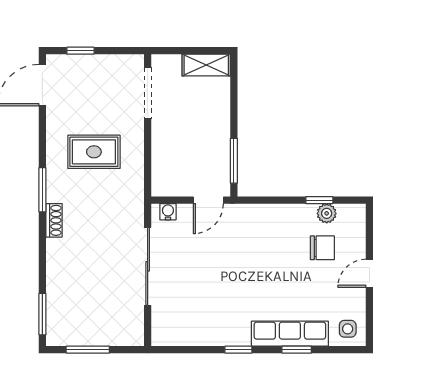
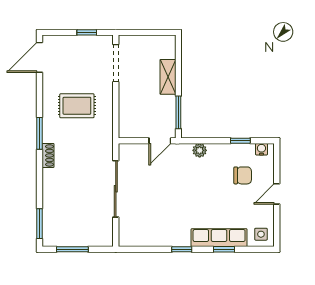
window: (80, 51) -> (87, 32), moved
shelving: (206, 65) -> (168, 77), moved, turned 90
water cooler: (168, 212) -> (261, 149), moved
plant: (327, 213) -> (200, 150), moved

